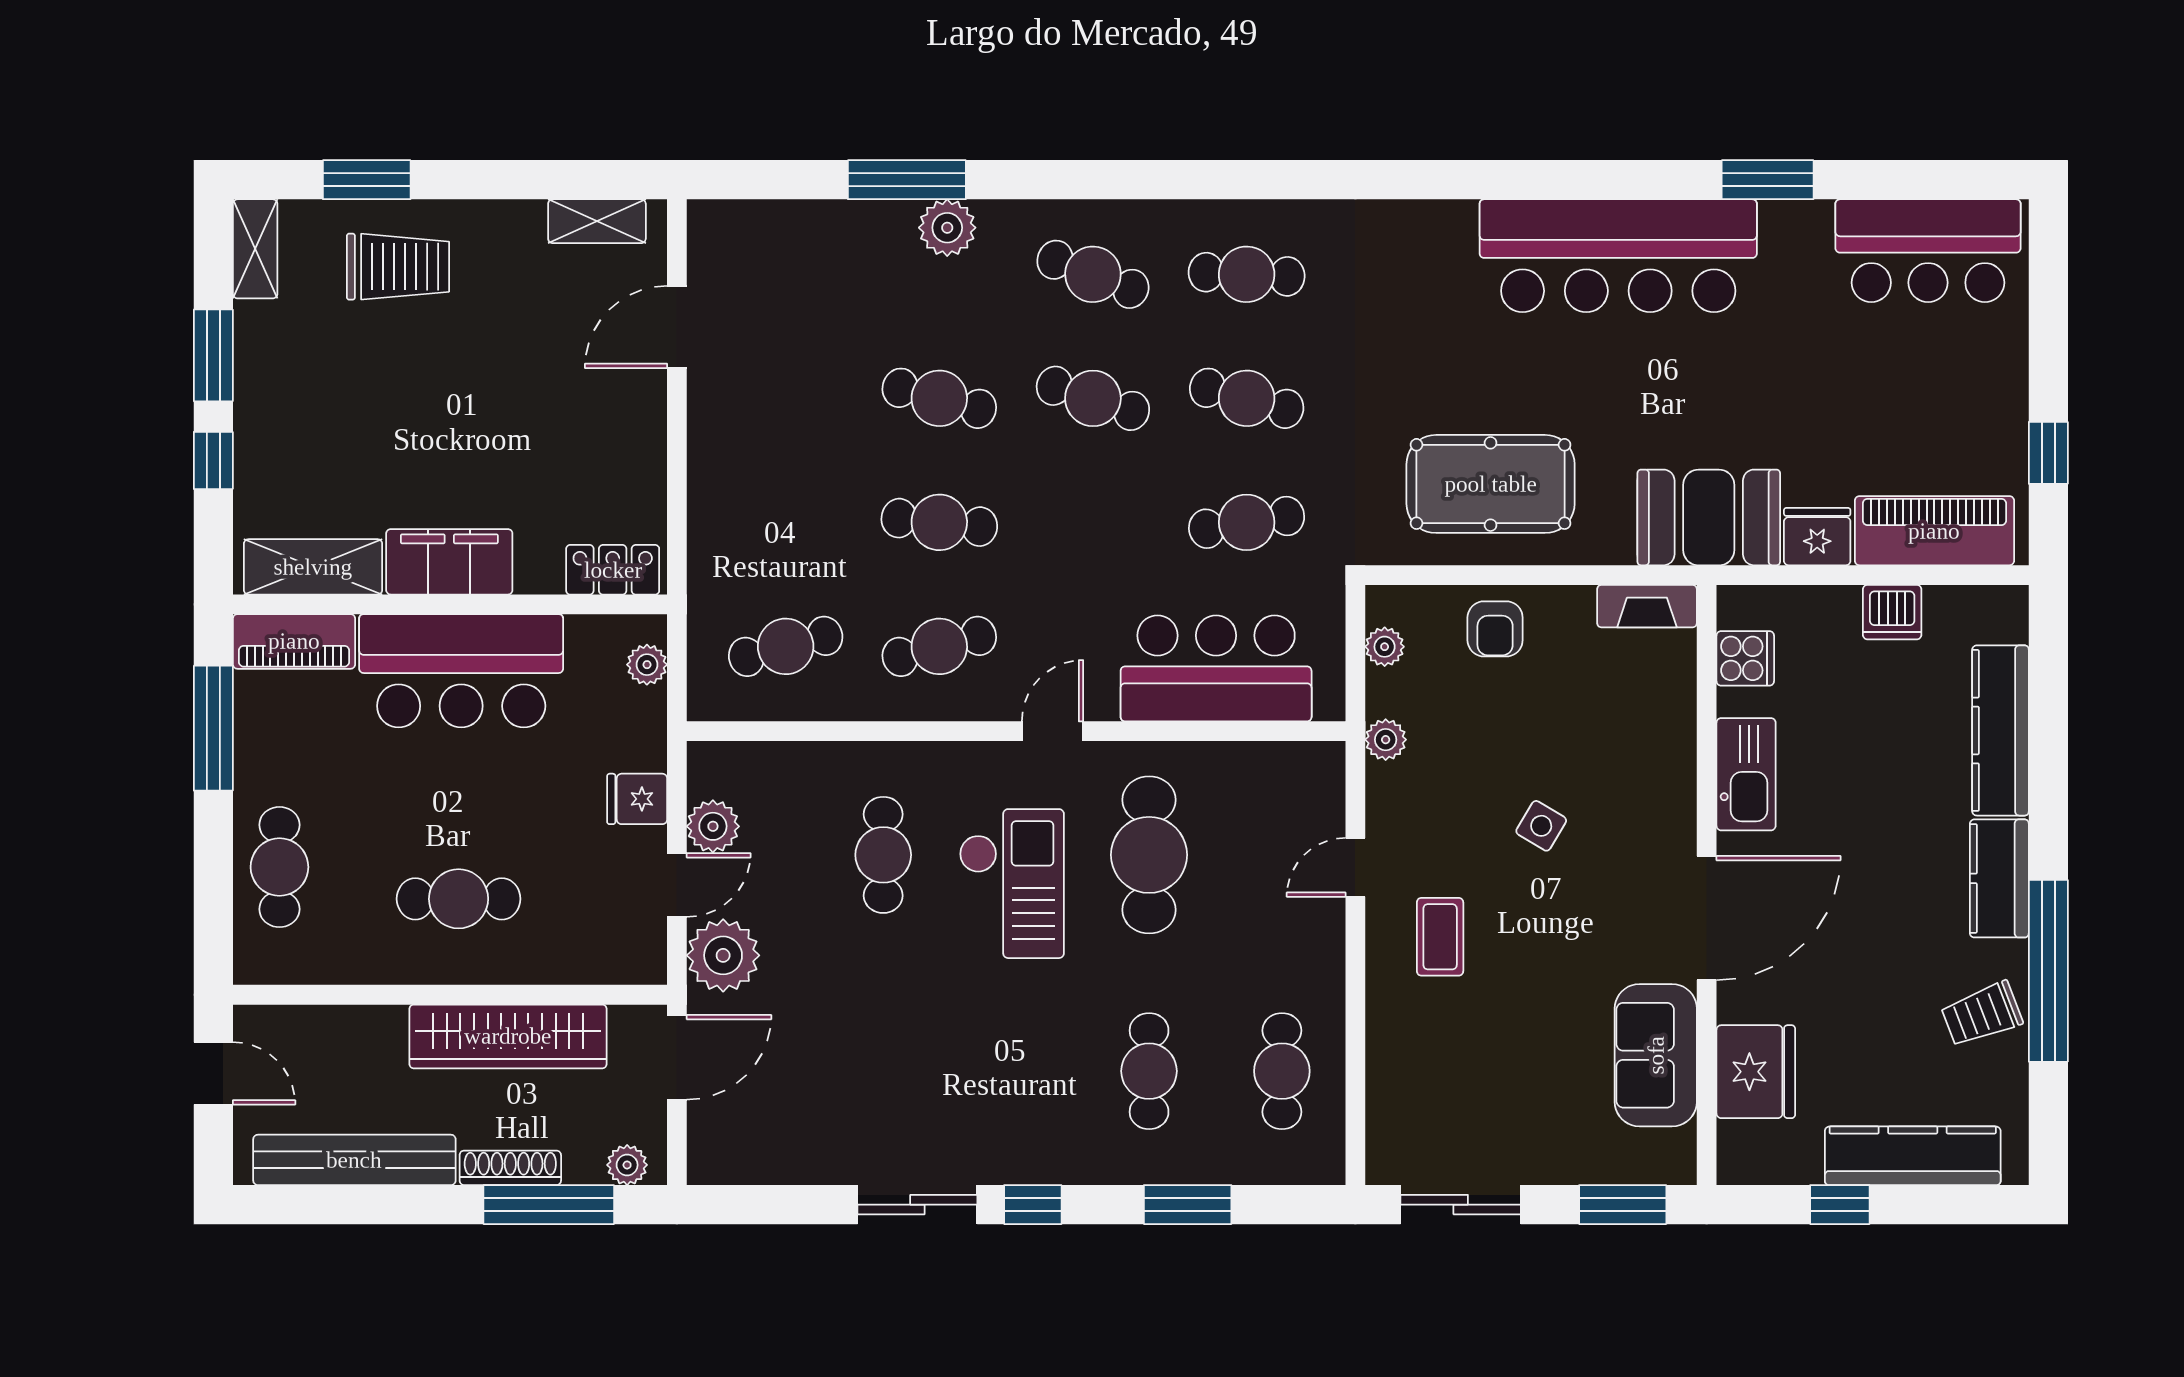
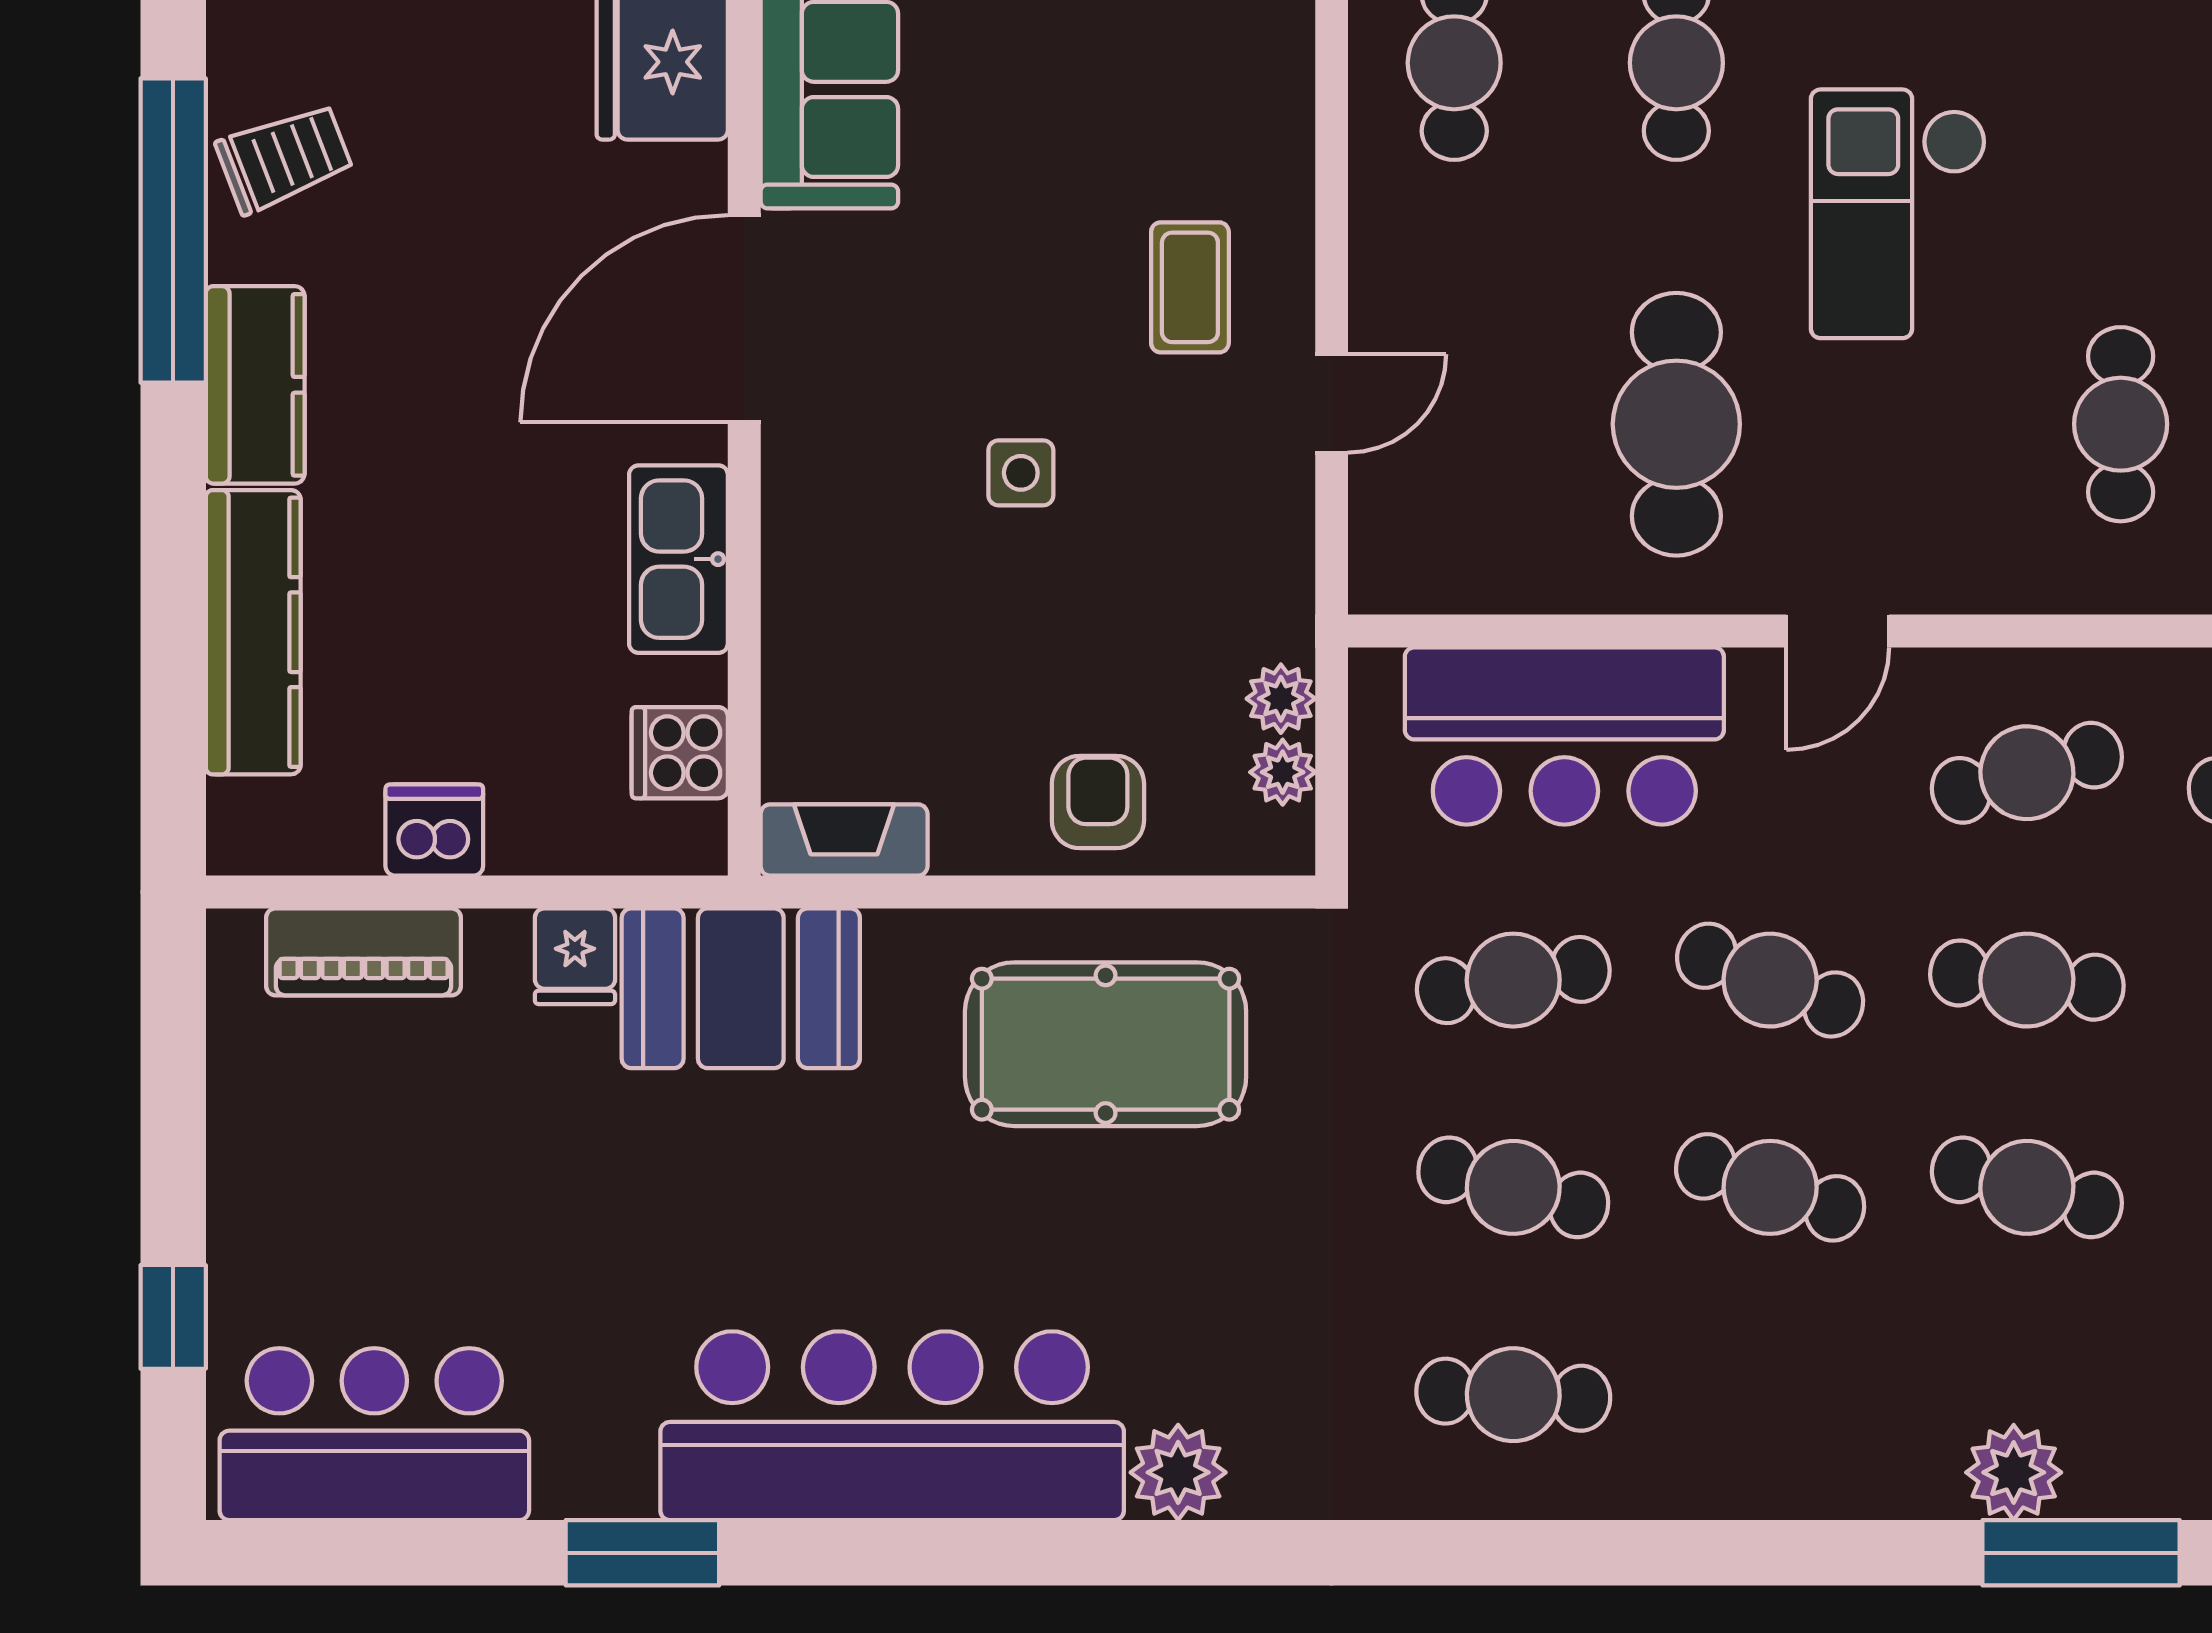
plant: (1447, 228) -> (1178, 1472), added
cafe table: (1093, 274) -> (1770, 980), moved
window: (2048, 453) -> (173, 1317), moved
piano: (1934, 531) -> (364, 952), width x0.73, depth x0.75
fridge: (1817, 537) -> (575, 956), width x0.72
plant: (1386, 740) -> (1281, 699), moved
side table: (1541, 826) -> (1021, 473), turned -31
checkout: (1012, 884) -> (1898, 214), moved

